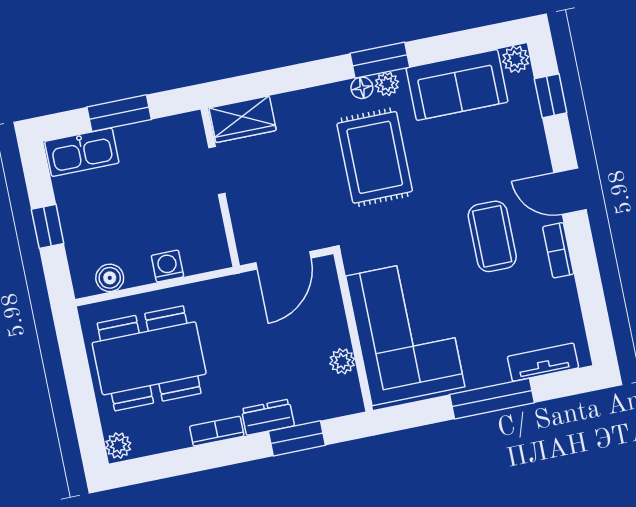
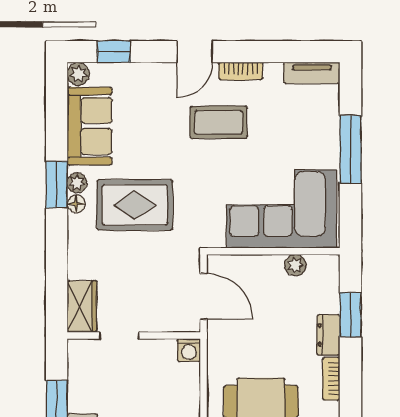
washing machine: (167, 266) -> (189, 350), moved, turned -90
tv unit: (543, 362) -> (312, 73), moved, turned -90

